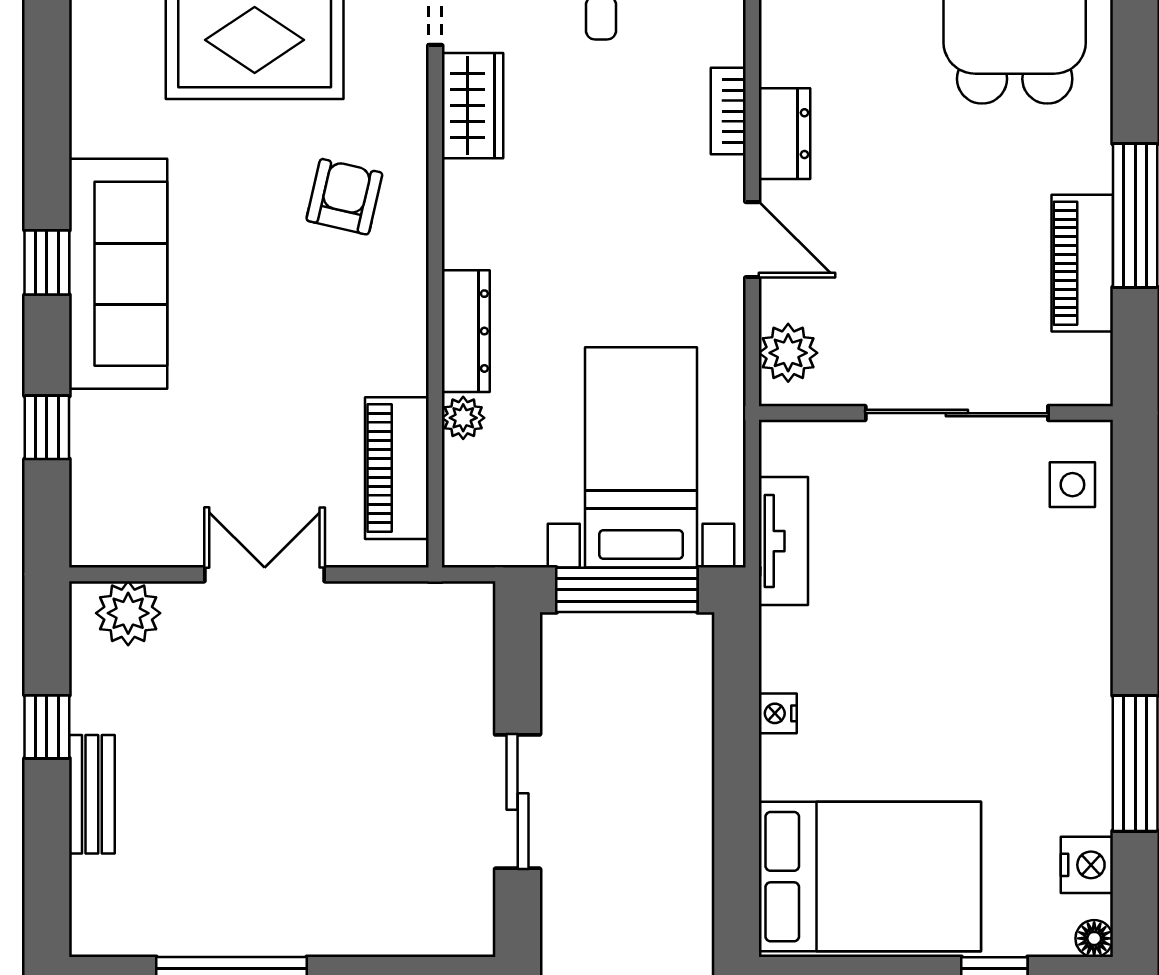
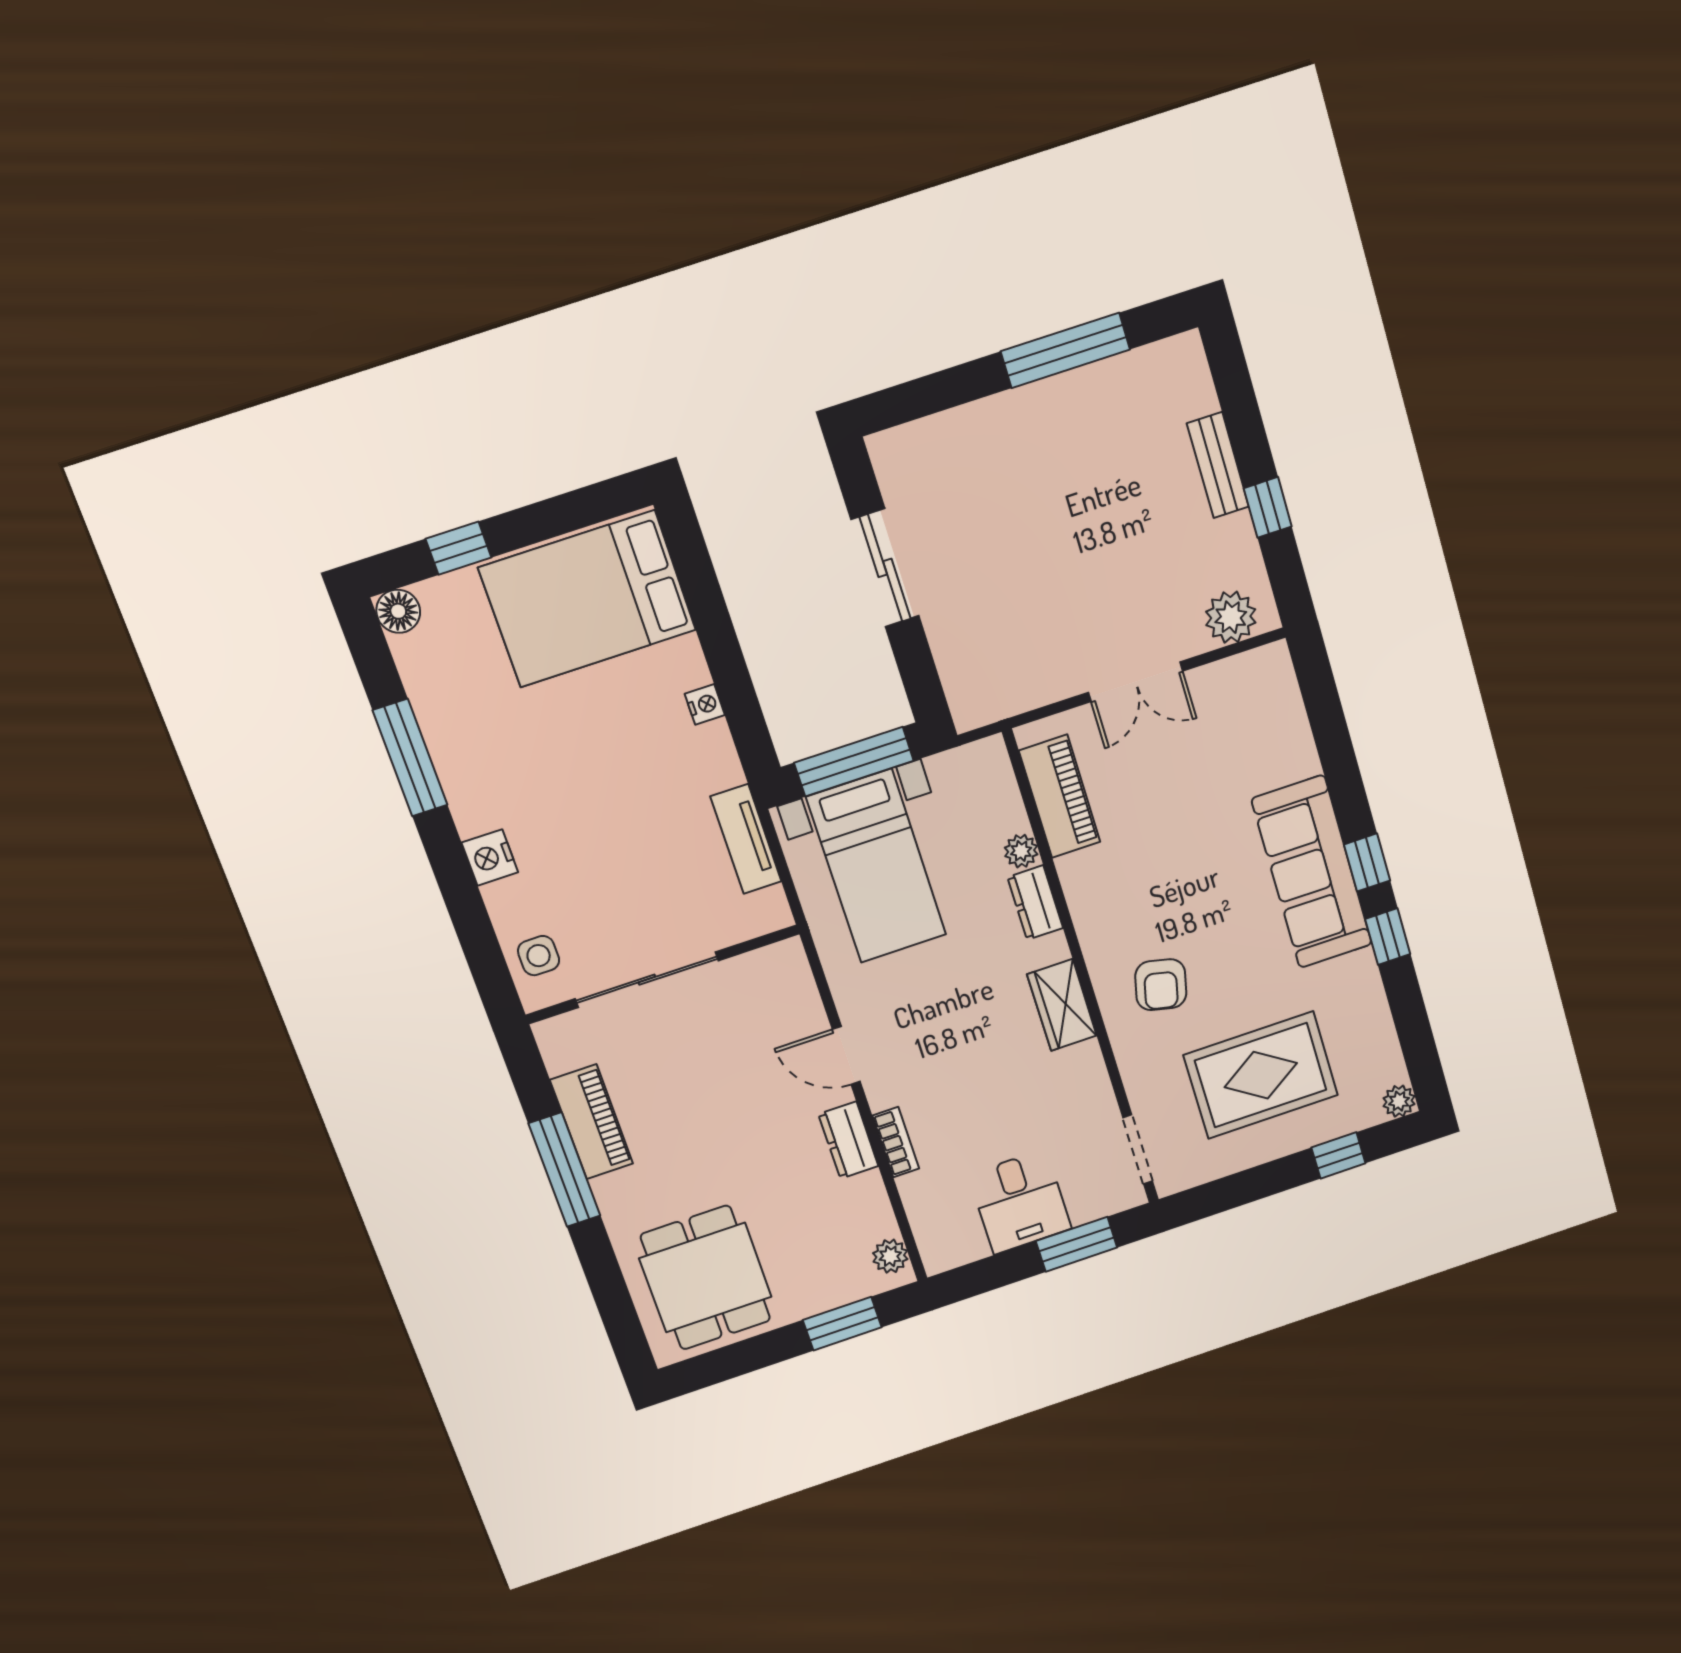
wardrobe: (473, 106) -> (1062, 1005), moved
dresser: (466, 331) -> (1035, 903), width x0.70
plant: (788, 353) -> (791, 982), removed
window: (47, 427) -> (1388, 936), moved
nightstand: (1087, 865) -> (490, 858), moved
floor lamp: (1094, 938) -> (398, 611), width x1.37, depth x1.37

